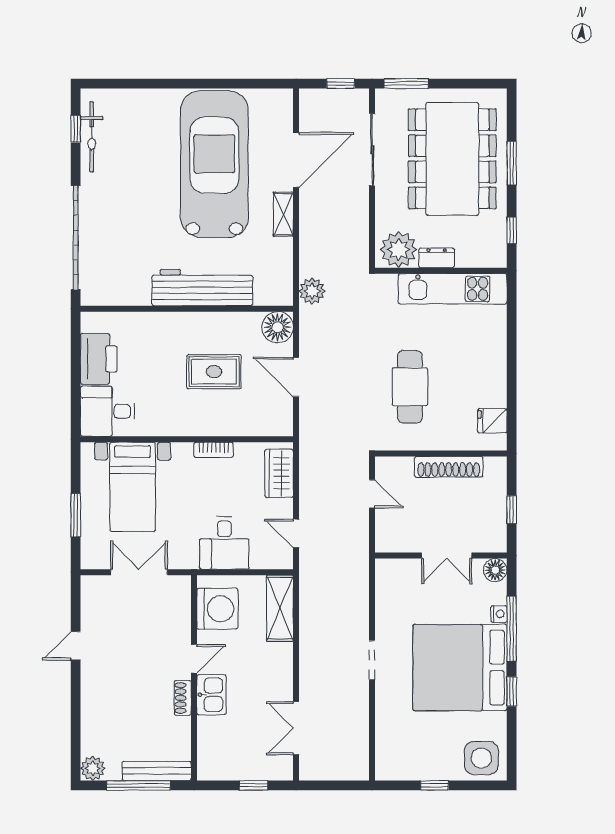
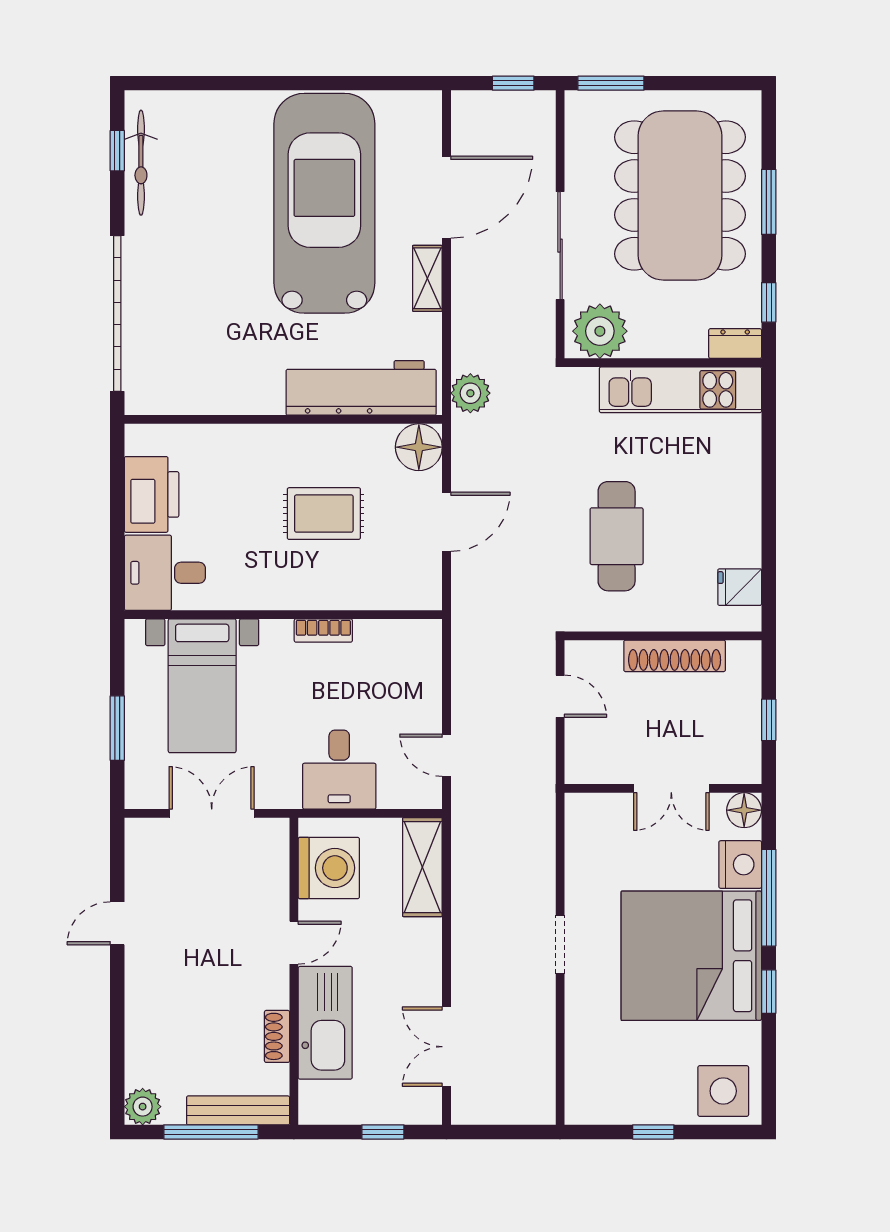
sliding door: (372, 150) -> (560, 246), moved
dresser: (437, 258) -> (735, 344), moved
workbench: (202, 288) -> (361, 388), moved
door: (296, 377) -> (446, 522), swing flipped
wardrobe: (279, 473) -> (421, 666), removed
nightstand: (499, 614) -> (740, 865), width x1.89, depth x1.79
kitchen sink: (211, 695) -> (325, 1023), width x1.88, depth x1.24
shoe rack: (183, 698) -> (277, 1036), moved

